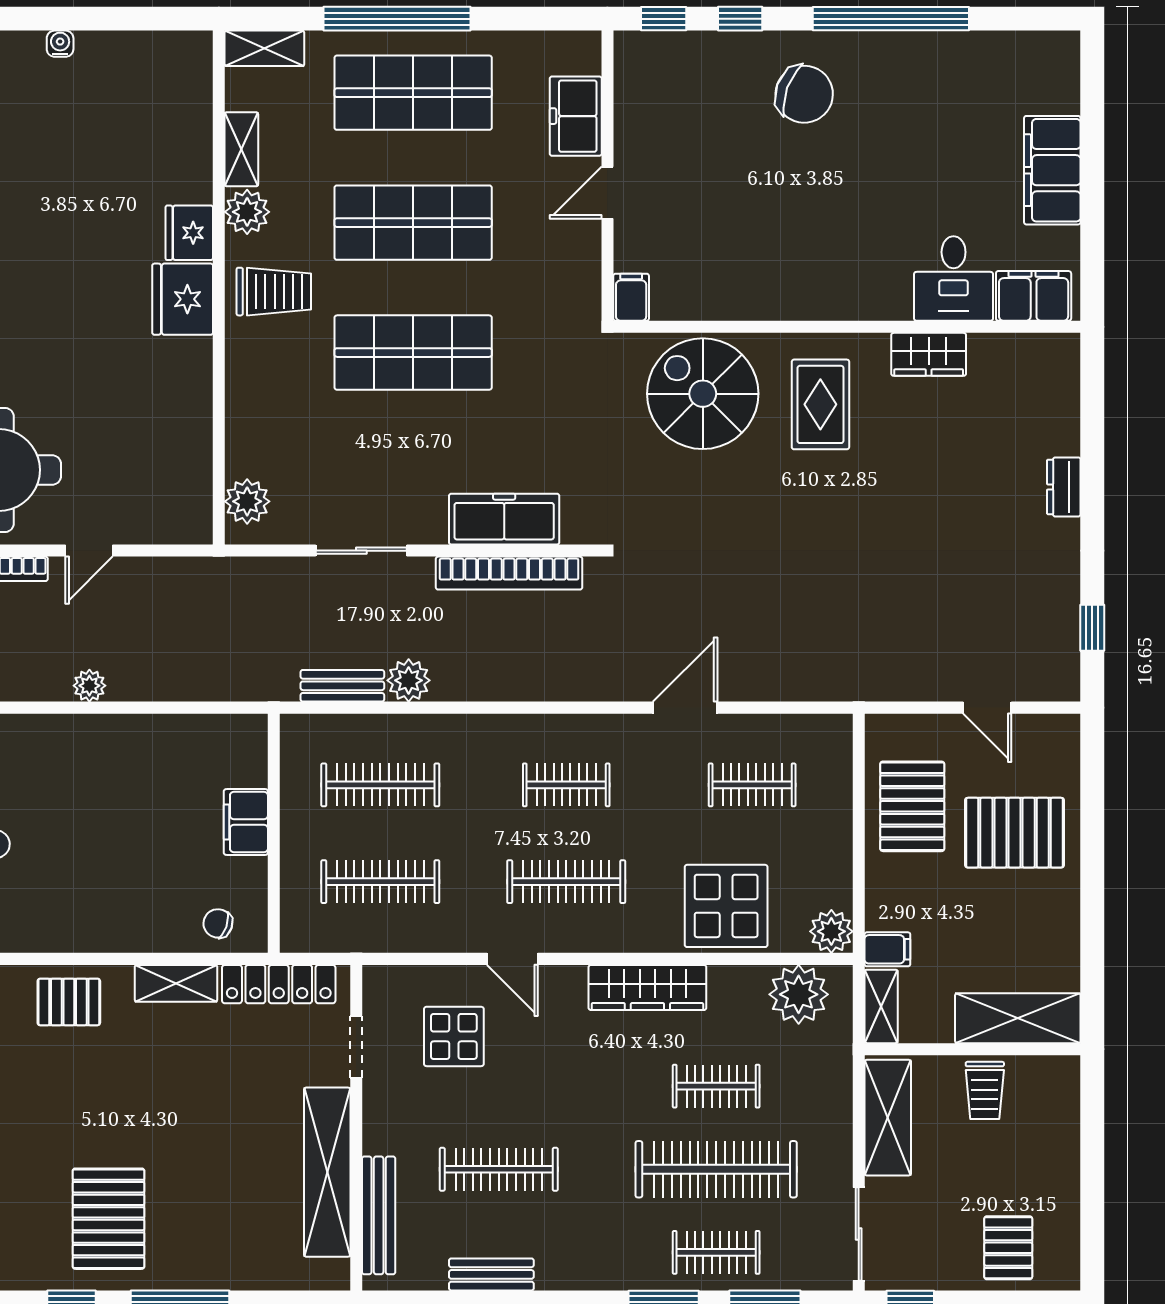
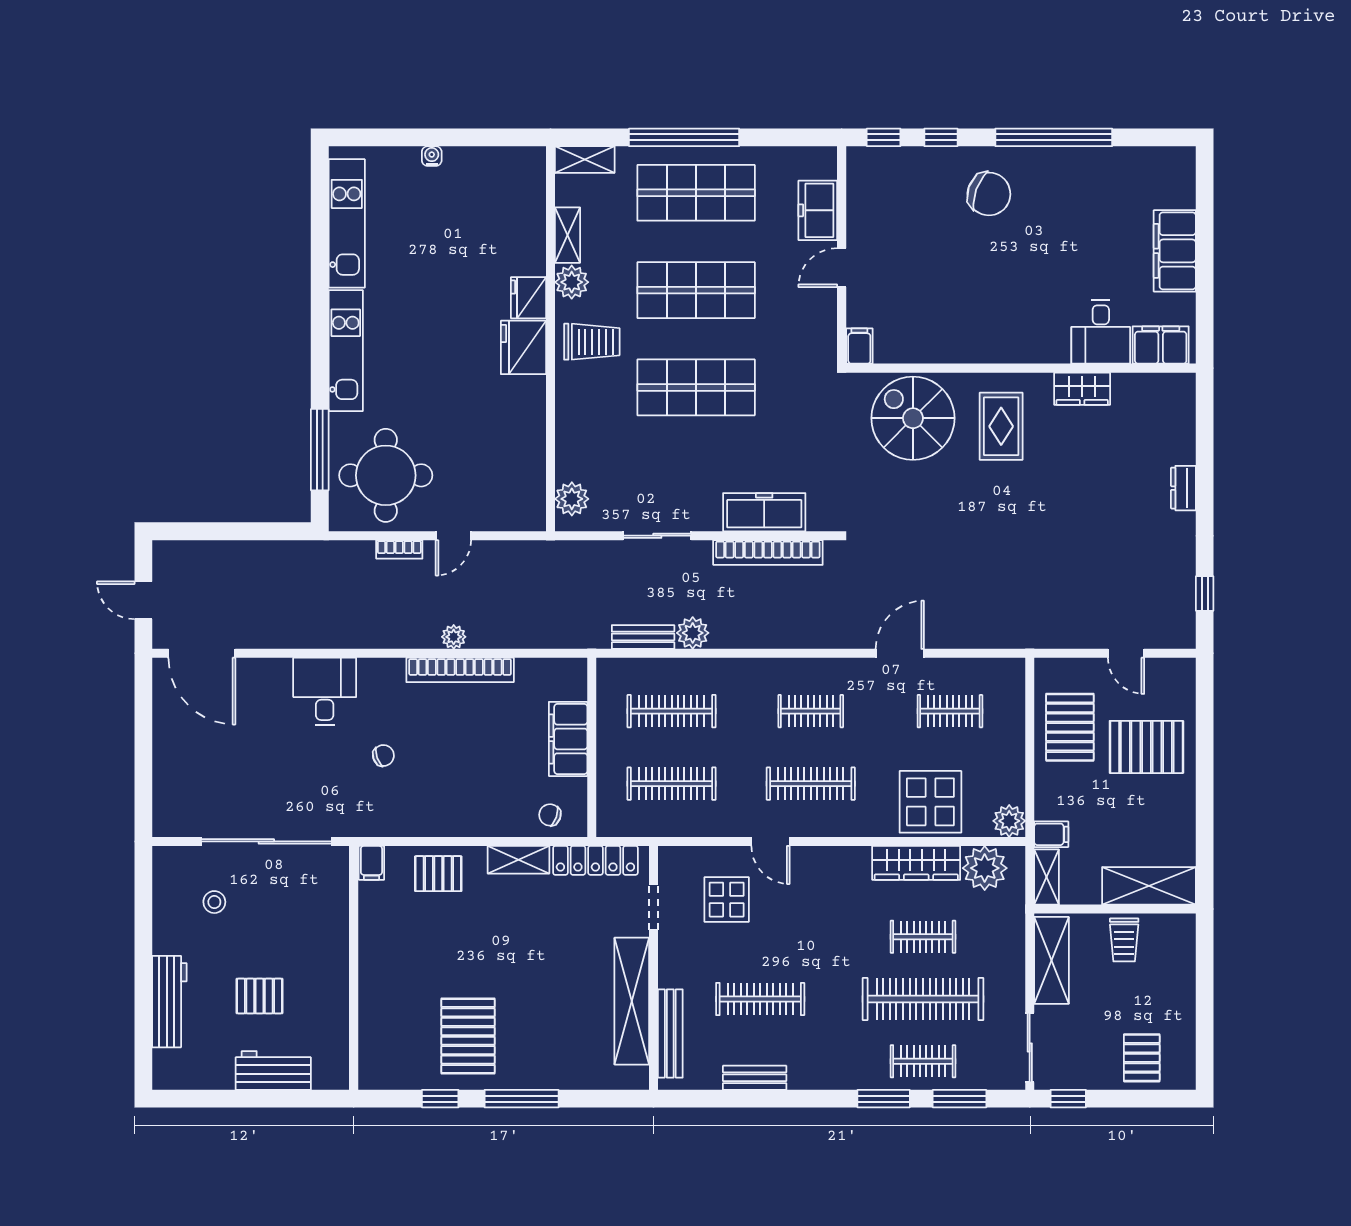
bookcase: (98, 730) -> (460, 670), added
filing cabinet: (246, 822) -> (568, 739), width x1.50, depth x1.17
wardrobe: (647, 987) -> (916, 863), moved

